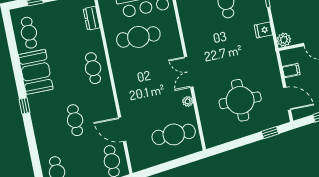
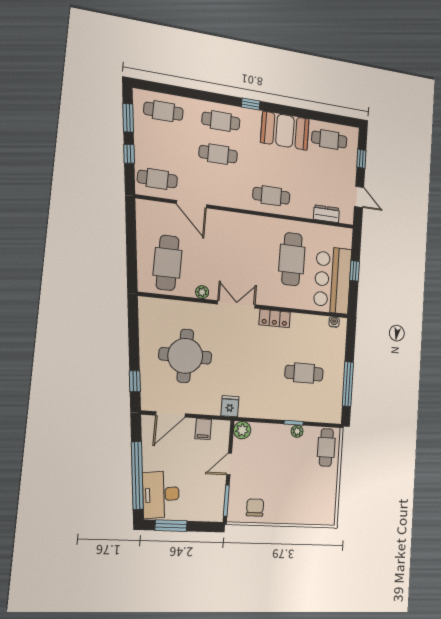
fridge: (263, 30) -> (230, 406), moved
locker: (190, 38) -> (275, 318), added
cafe table: (48, 126) -> (221, 121), added
door: (122, 129) -> (192, 204), swing flipped

